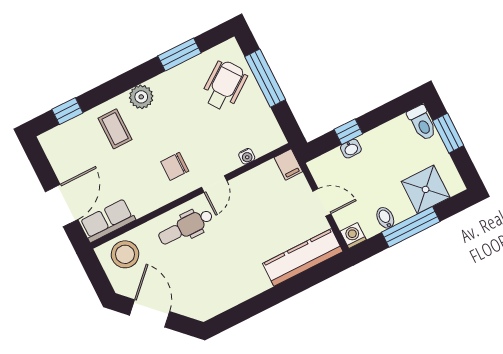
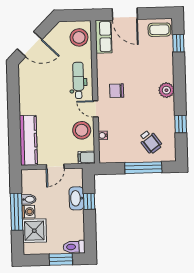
window: (179, 54) -> (181, 124), width x0.67
wheelchair: (224, 85) -> (150, 142), width x0.73, depth x0.73
coffee table: (115, 129) -> (159, 30), moved
washbasin: (351, 149) -> (76, 198), width x1.91, depth x1.45
chair: (175, 166) -> (117, 91), turned -90
stool: (253, 189) -> (82, 130), added
washing machine: (353, 235) -> (28, 212), moved
door: (150, 313) -> (30, 44), moved

